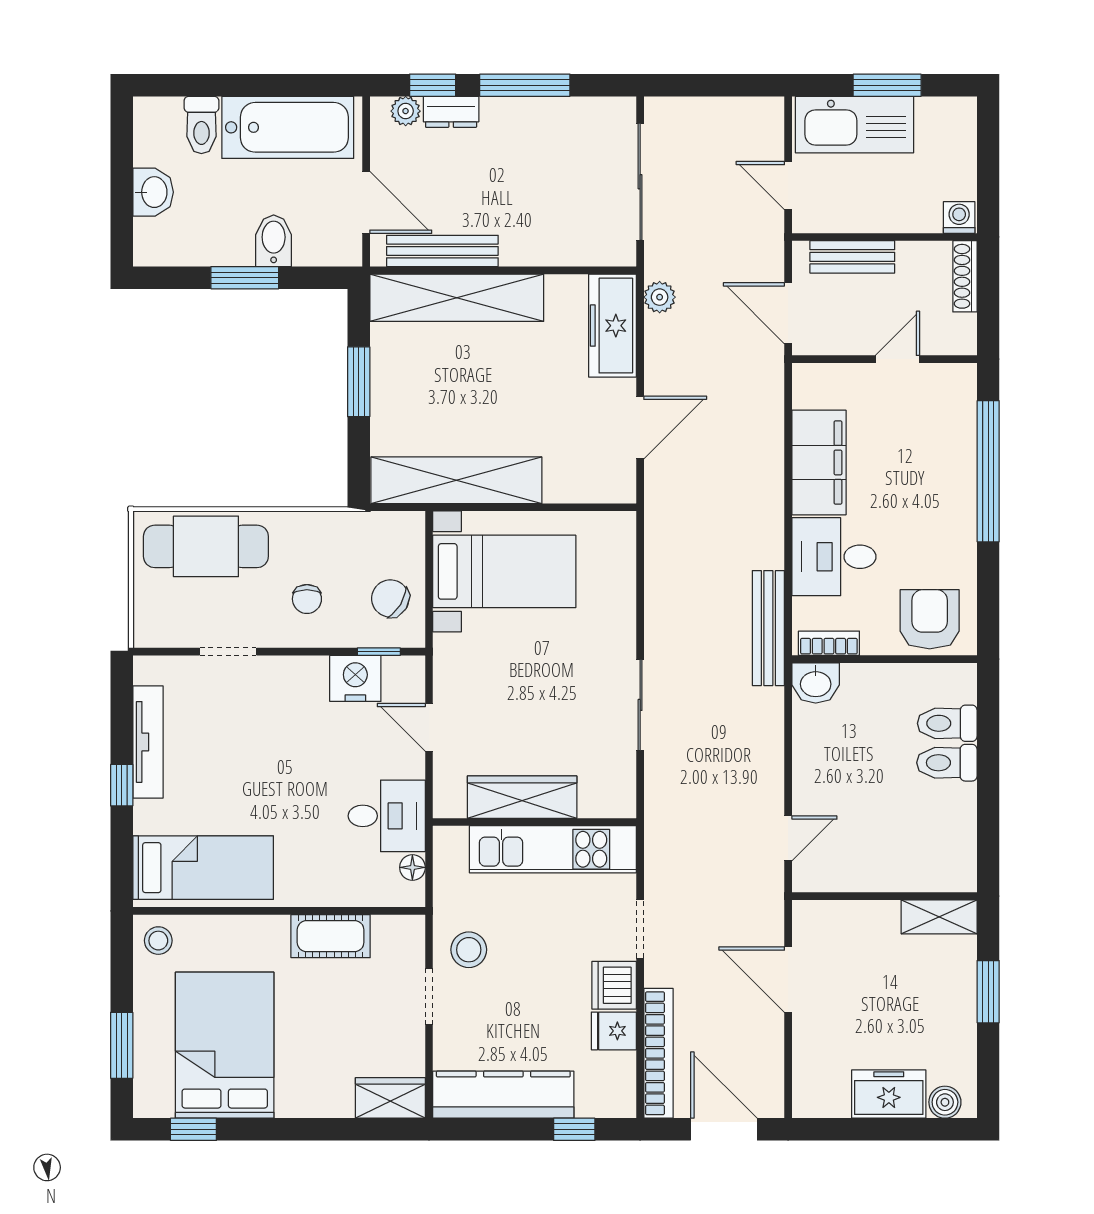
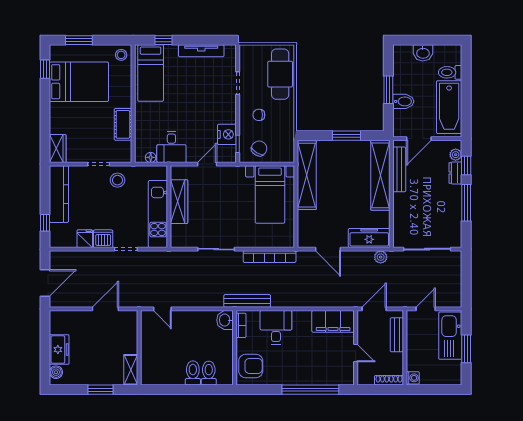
filing cabinet: (819, 462) -> (333, 321), moved
window: (122, 785) -> (164, 40), moved
bookcase: (659, 1053) -> (270, 257), moved

